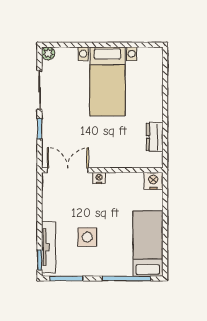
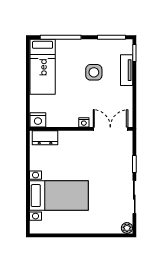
bed with nightstands: (107, 81) -> (59, 196), moved, turned 90
dresser: (155, 137) -> (45, 138), moved, turned 90
double door: (68, 170) -> (110, 129), swing flipped
tv unit: (49, 247) -> (127, 70), width x0.71

